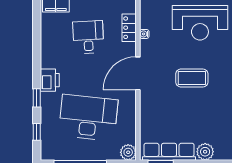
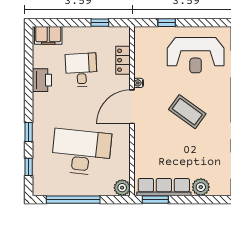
water cooler: (144, 34) -> (139, 83), moved
coffee table: (192, 78) -> (187, 112), turned 36
printer: (50, 80) -> (42, 80), moved

